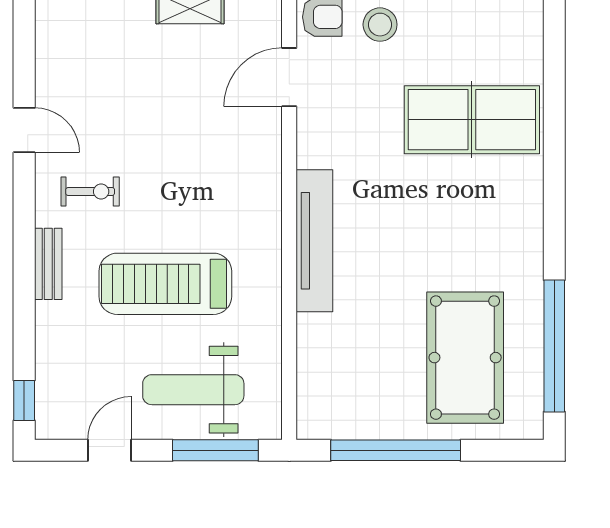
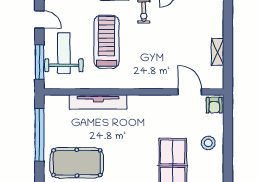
stool: (380, 25) -> (208, 143), moved
tv unit: (314, 241) -> (98, 102), moved

